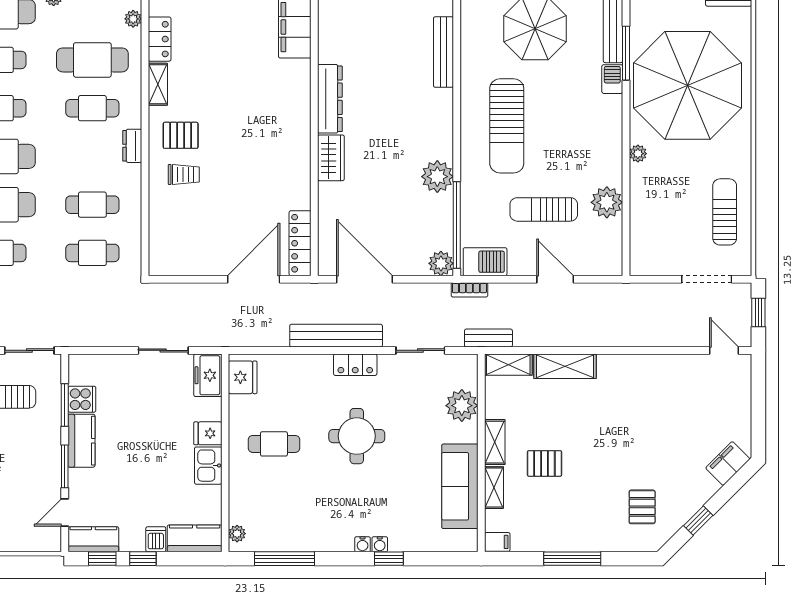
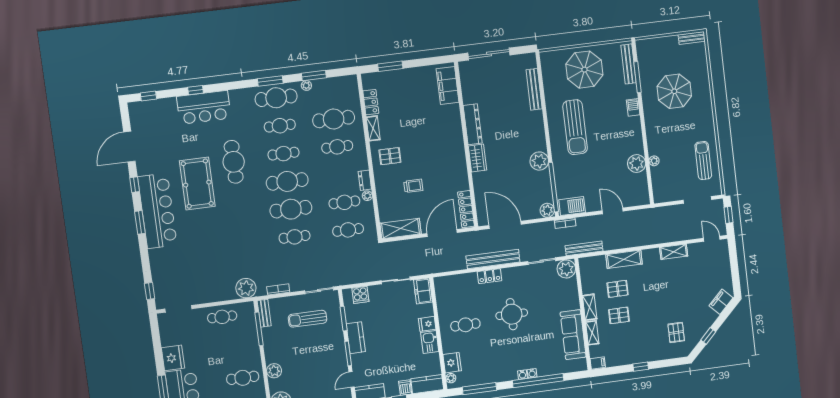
plant: (133, 19) -> (367, 196), moved
barbecue: (612, 79) -> (633, 107), moved
parasol: (688, 85) -> (674, 91), width x0.54, depth x0.54
dresser: (132, 146) -> (365, 180), moved
plant: (638, 154) -> (654, 161), moved
trolley: (184, 174) -> (413, 186), moved
sun lounger: (544, 209) -> (602, 172), removed
shelving: (183, 262) -> (400, 229), added
bench: (488, 338) -> (584, 248), width x1.36
locker: (355, 365) -> (490, 276), moved
shelving: (508, 365) -> (674, 252), moved
fridge: (243, 377) -> (452, 363), moved
cooker: (82, 399) -> (360, 295), moved, turned 90
plant: (462, 406) -> (566, 269), moved
pallet: (547, 417) -> (618, 289), added
window: (389, 559) -> (538, 381), width x3.17
window: (572, 559) -> (641, 367), width x0.46

